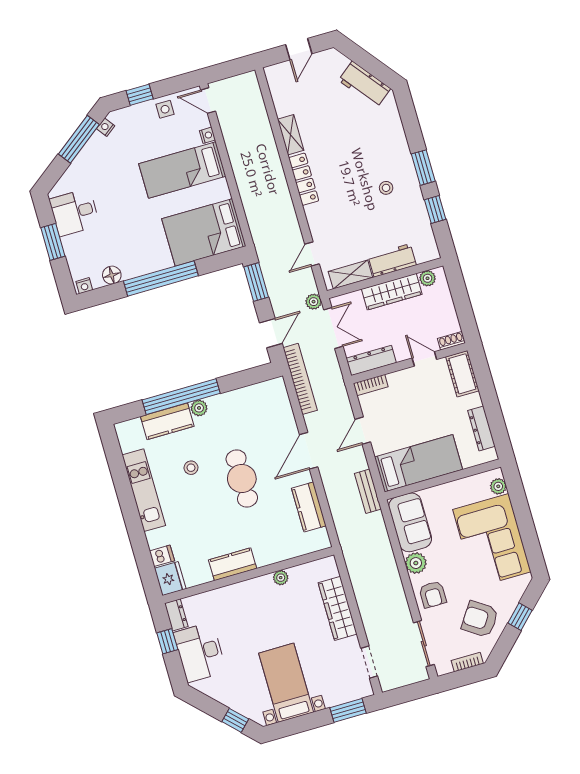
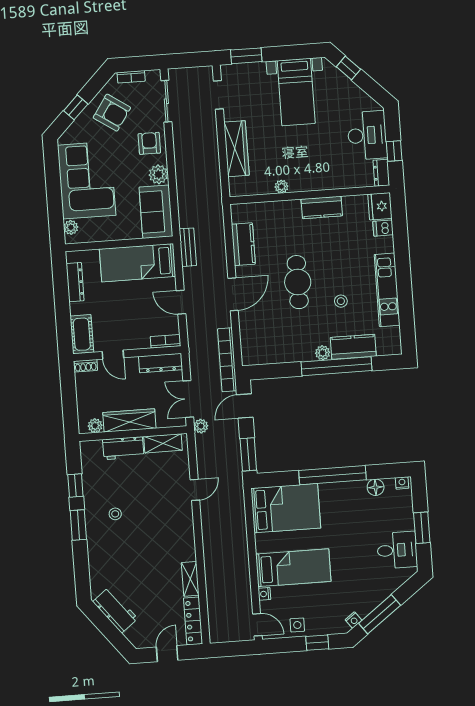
locker: (304, 179) -> (193, 621), moved
door: (312, 254) -> (195, 490), moved
door: (363, 431) -> (181, 302), swing flipped

